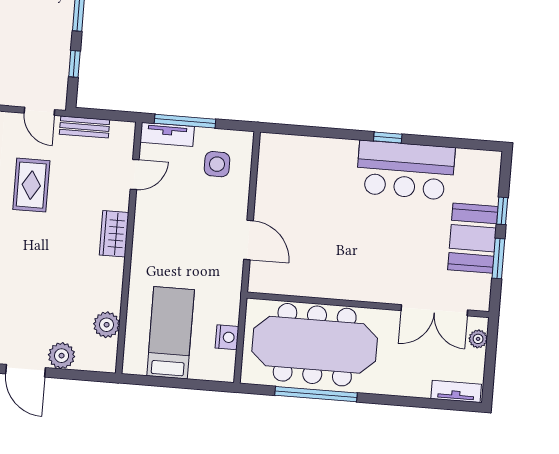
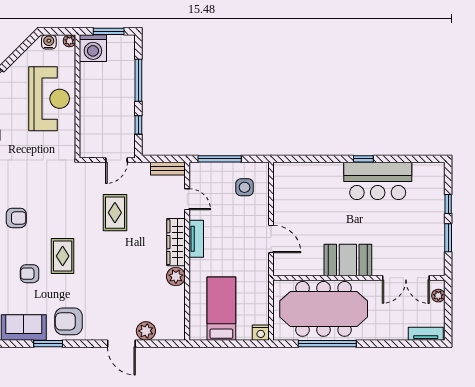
door: (39, 111) -> (117, 160), hinge flipped
bench: (85, 127) -> (168, 169), moved
tv unit: (167, 134) -> (196, 239), moved, turned -90
door: (135, 174) -> (187, 199), hinge flipped
wardrobe: (114, 234) -> (176, 242), width x1.50
booth: (473, 238) -> (348, 260), moved, turned 90
plant: (107, 325) -> (176, 277), moved
nightstand: (227, 337) -> (261, 333), moved, turned 90

